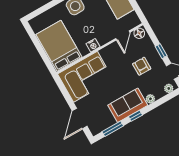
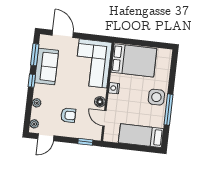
floor lamp: (139, 33) -> (100, 102), moved
window: (161, 51) -> (85, 142), moved
sofa: (128, 105) -> (47, 67), moved

